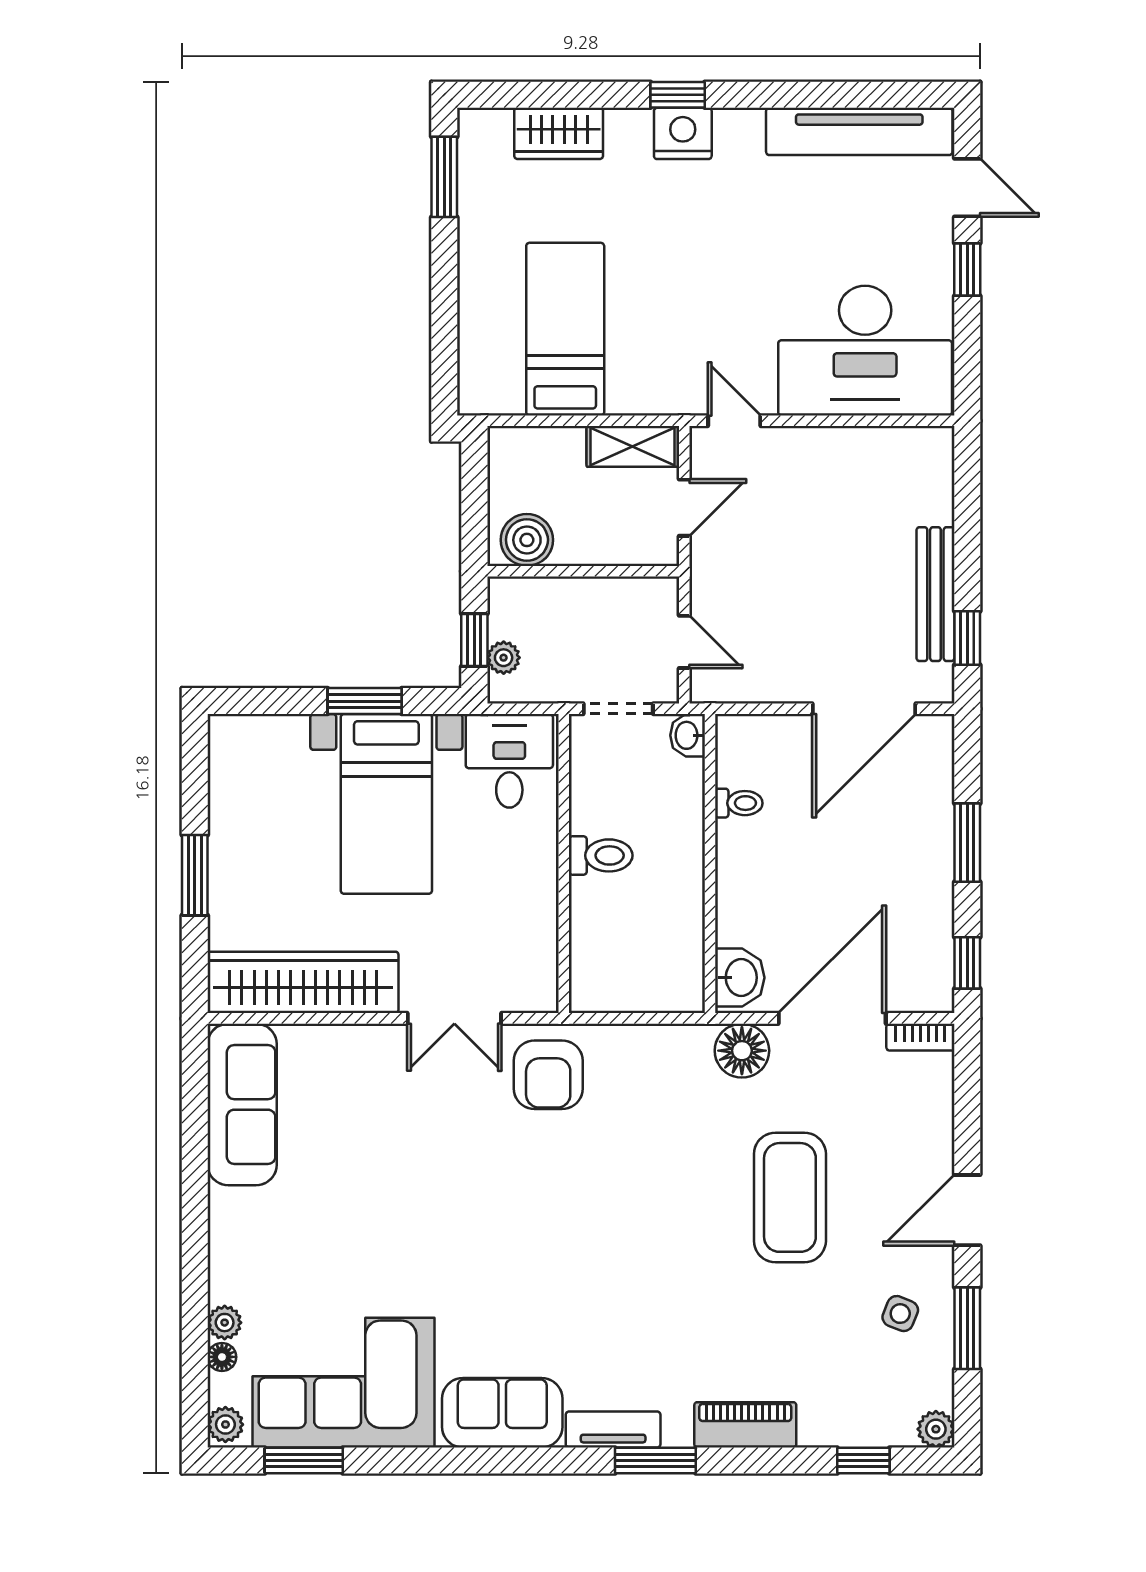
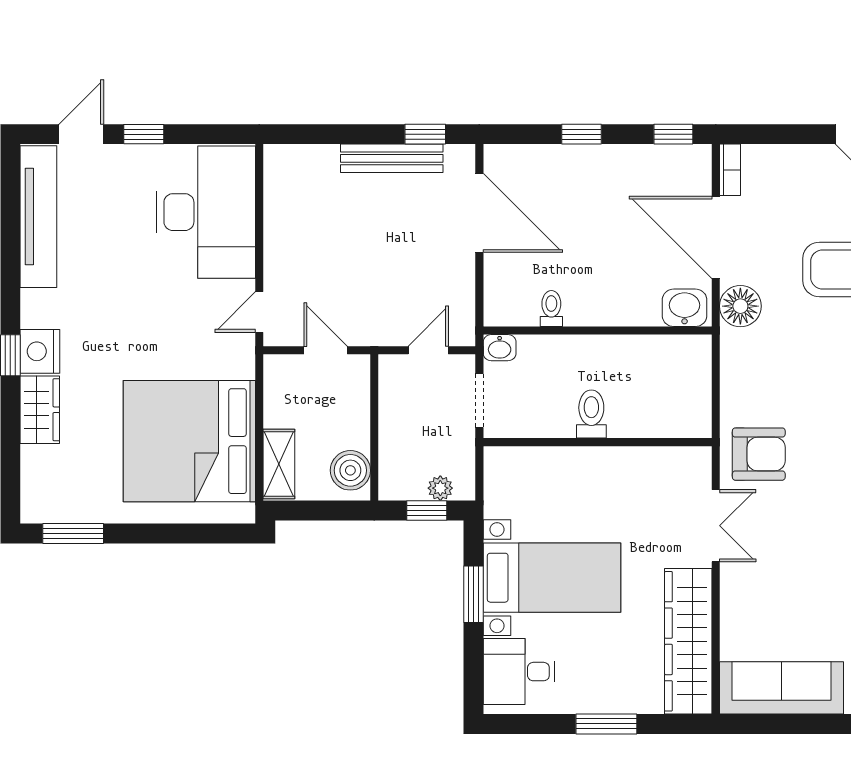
wardrobe: (559, 133) -> (40, 410), moved
bed: (565, 329) -> (189, 441), width x2.04
shelving: (632, 446) -> (279, 464), moved
desk: (509, 761) -> (519, 672), moved
window: (967, 843) -> (581, 134), width x0.67

